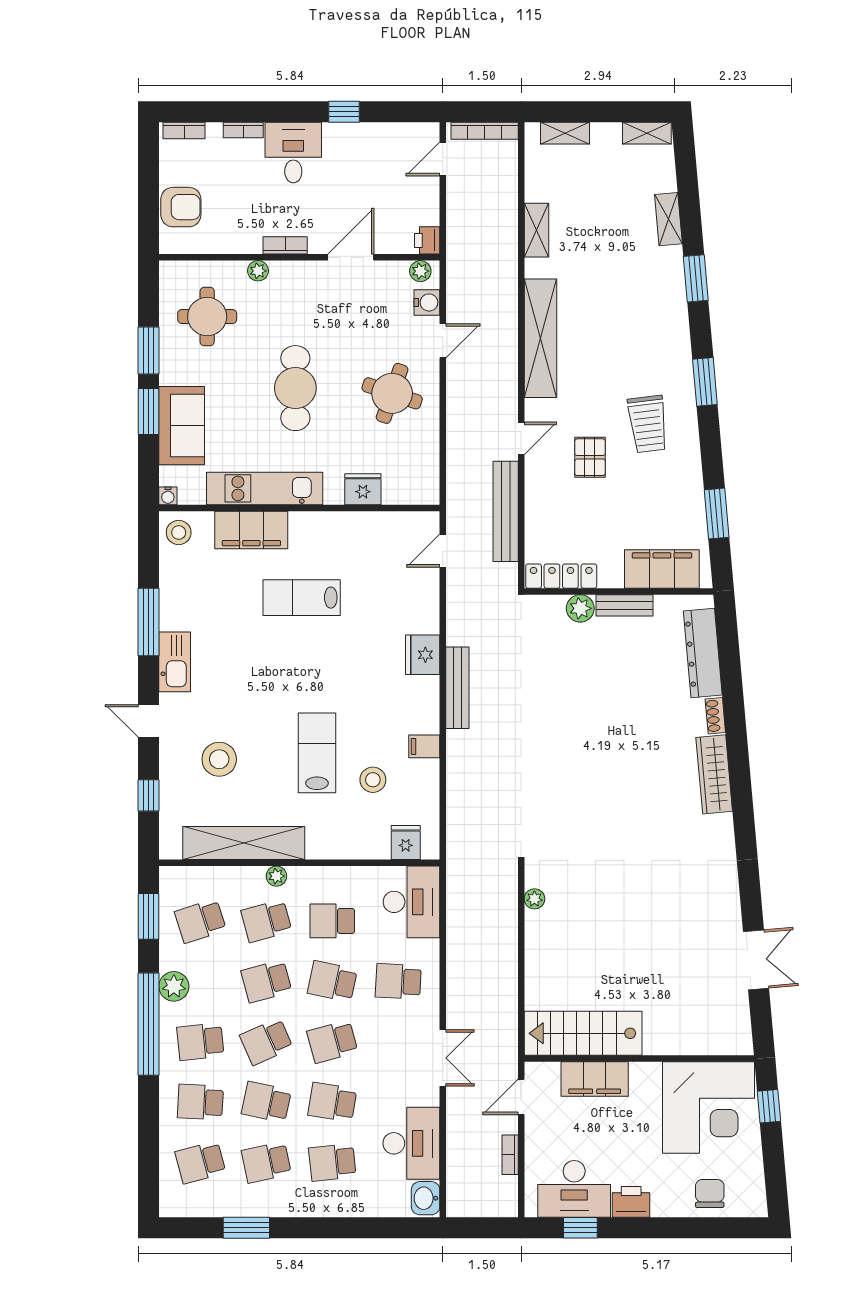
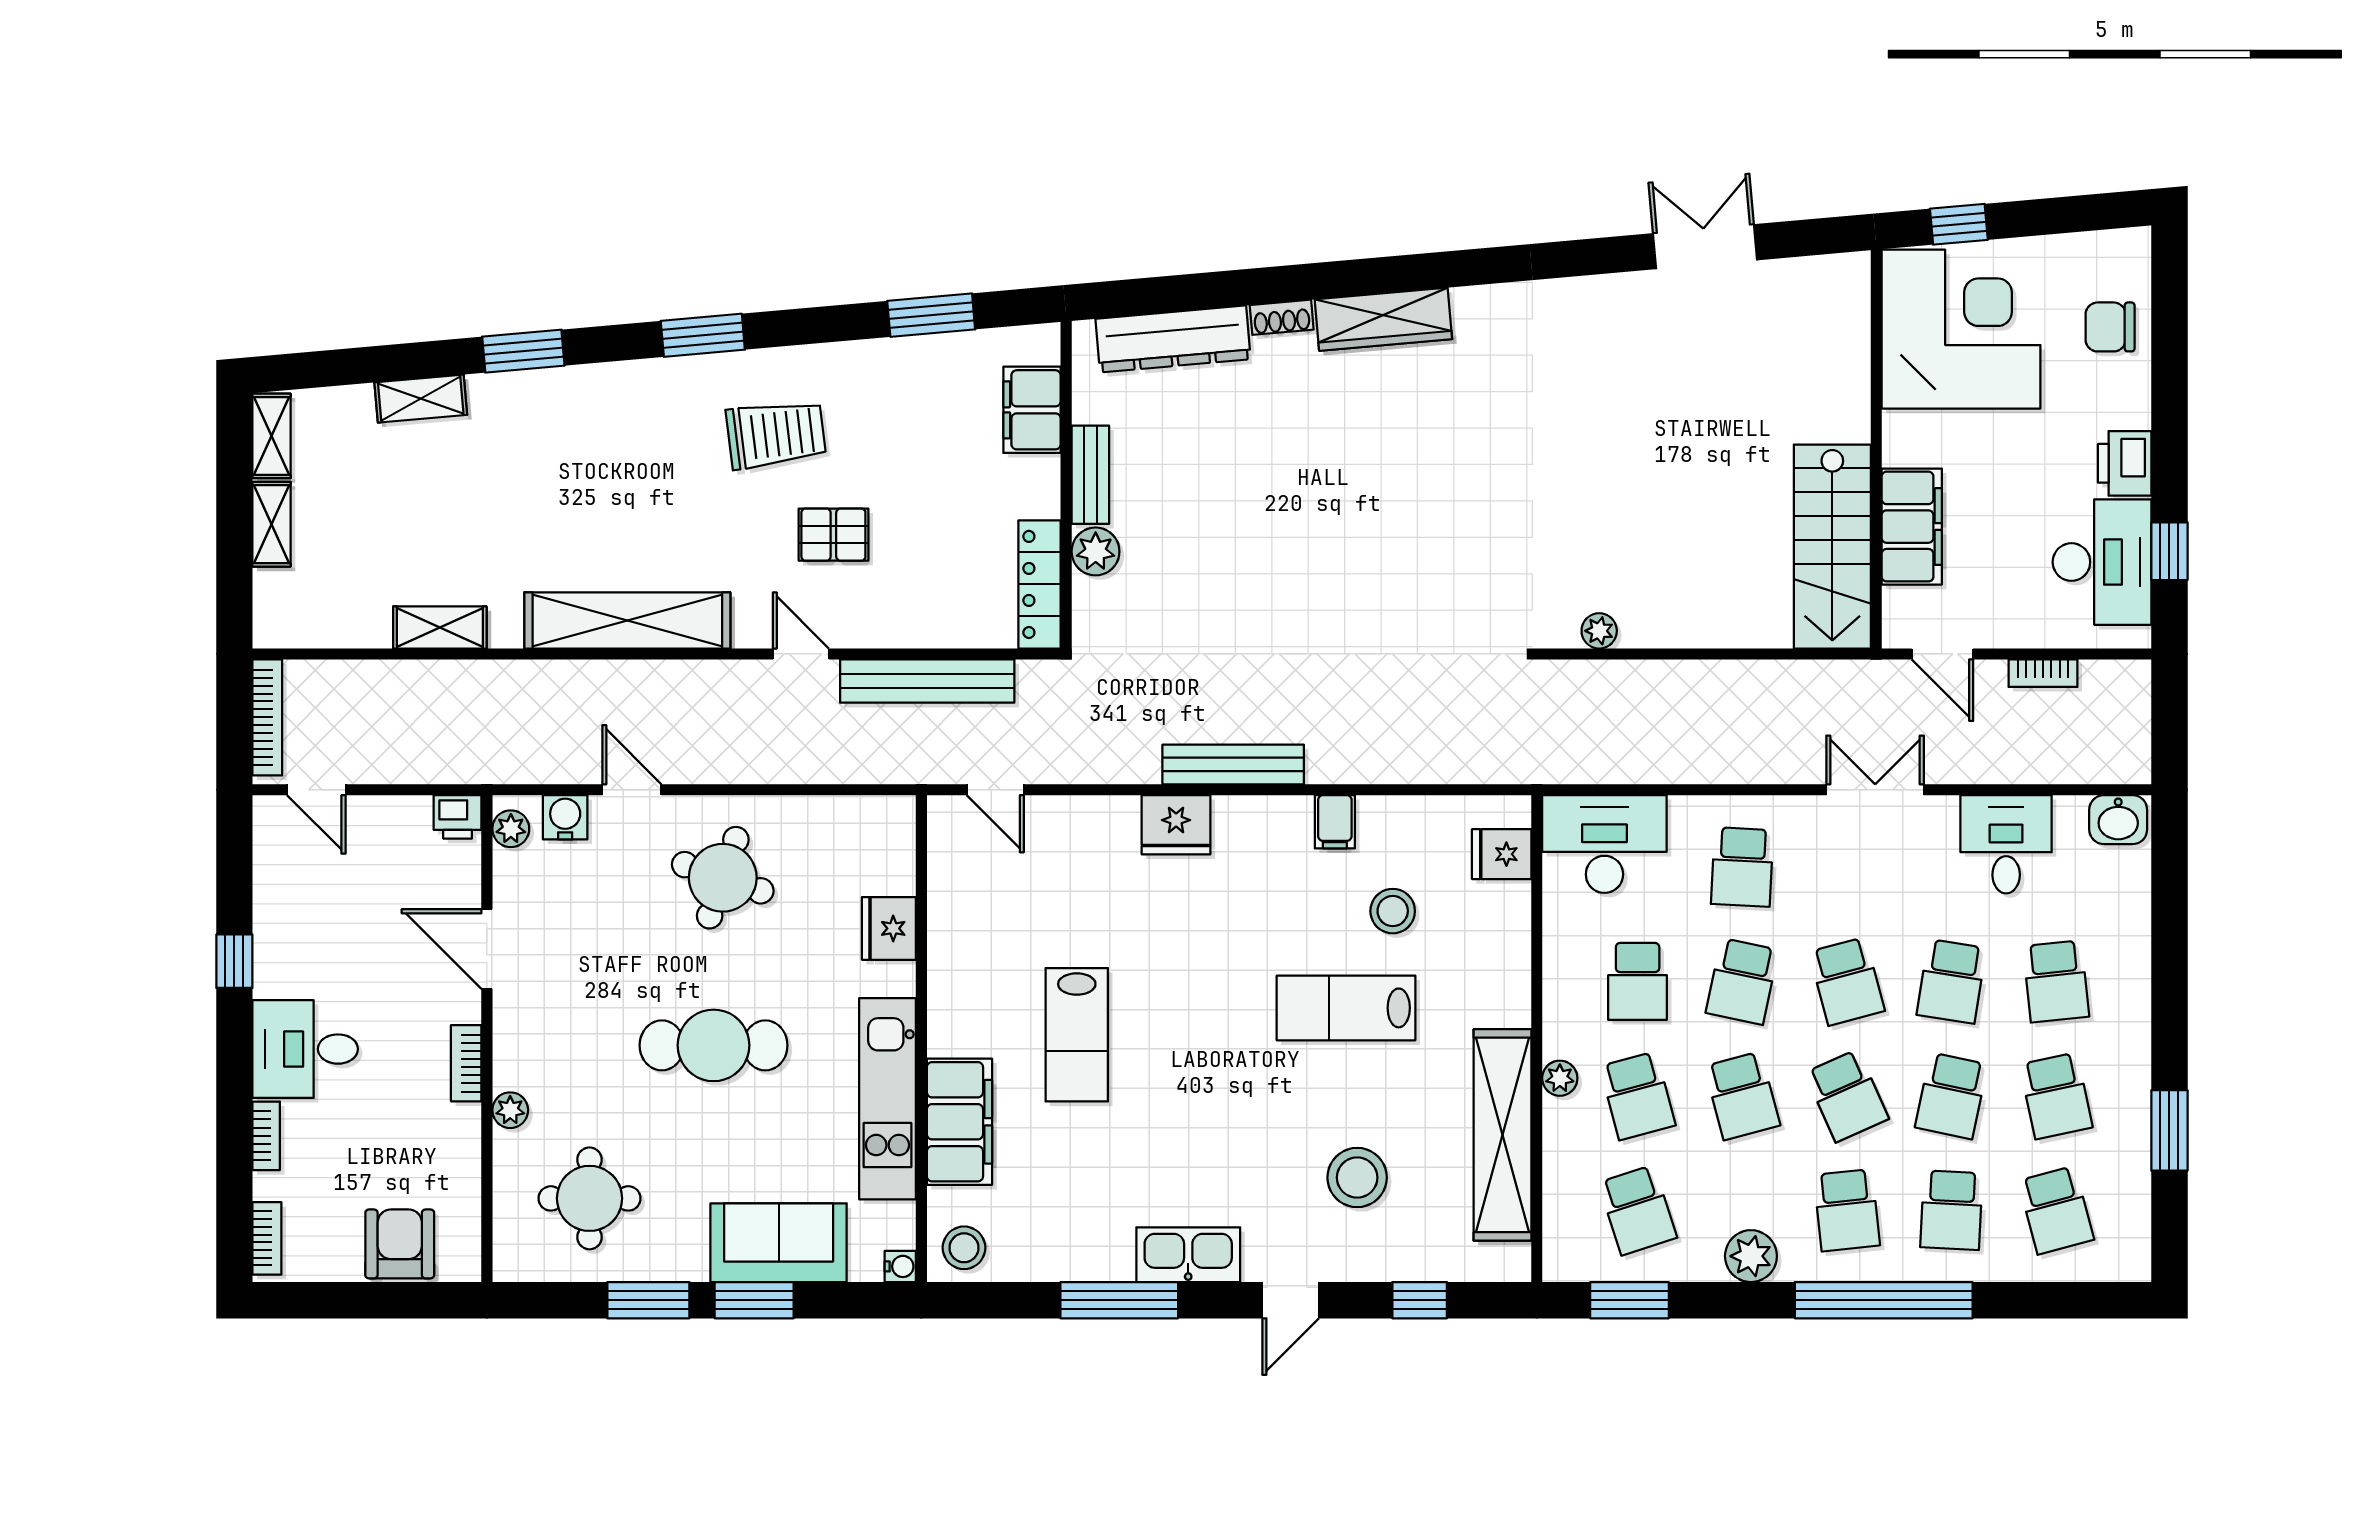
shelving: (565, 133) -> (272, 524), moved
filing cabinet: (662, 569) -> (1032, 410), width x0.67, depth x0.86
window: (148, 1024) -> (1884, 1300), moved
desk: (411, 1143) -> (2006, 844), width x0.73

